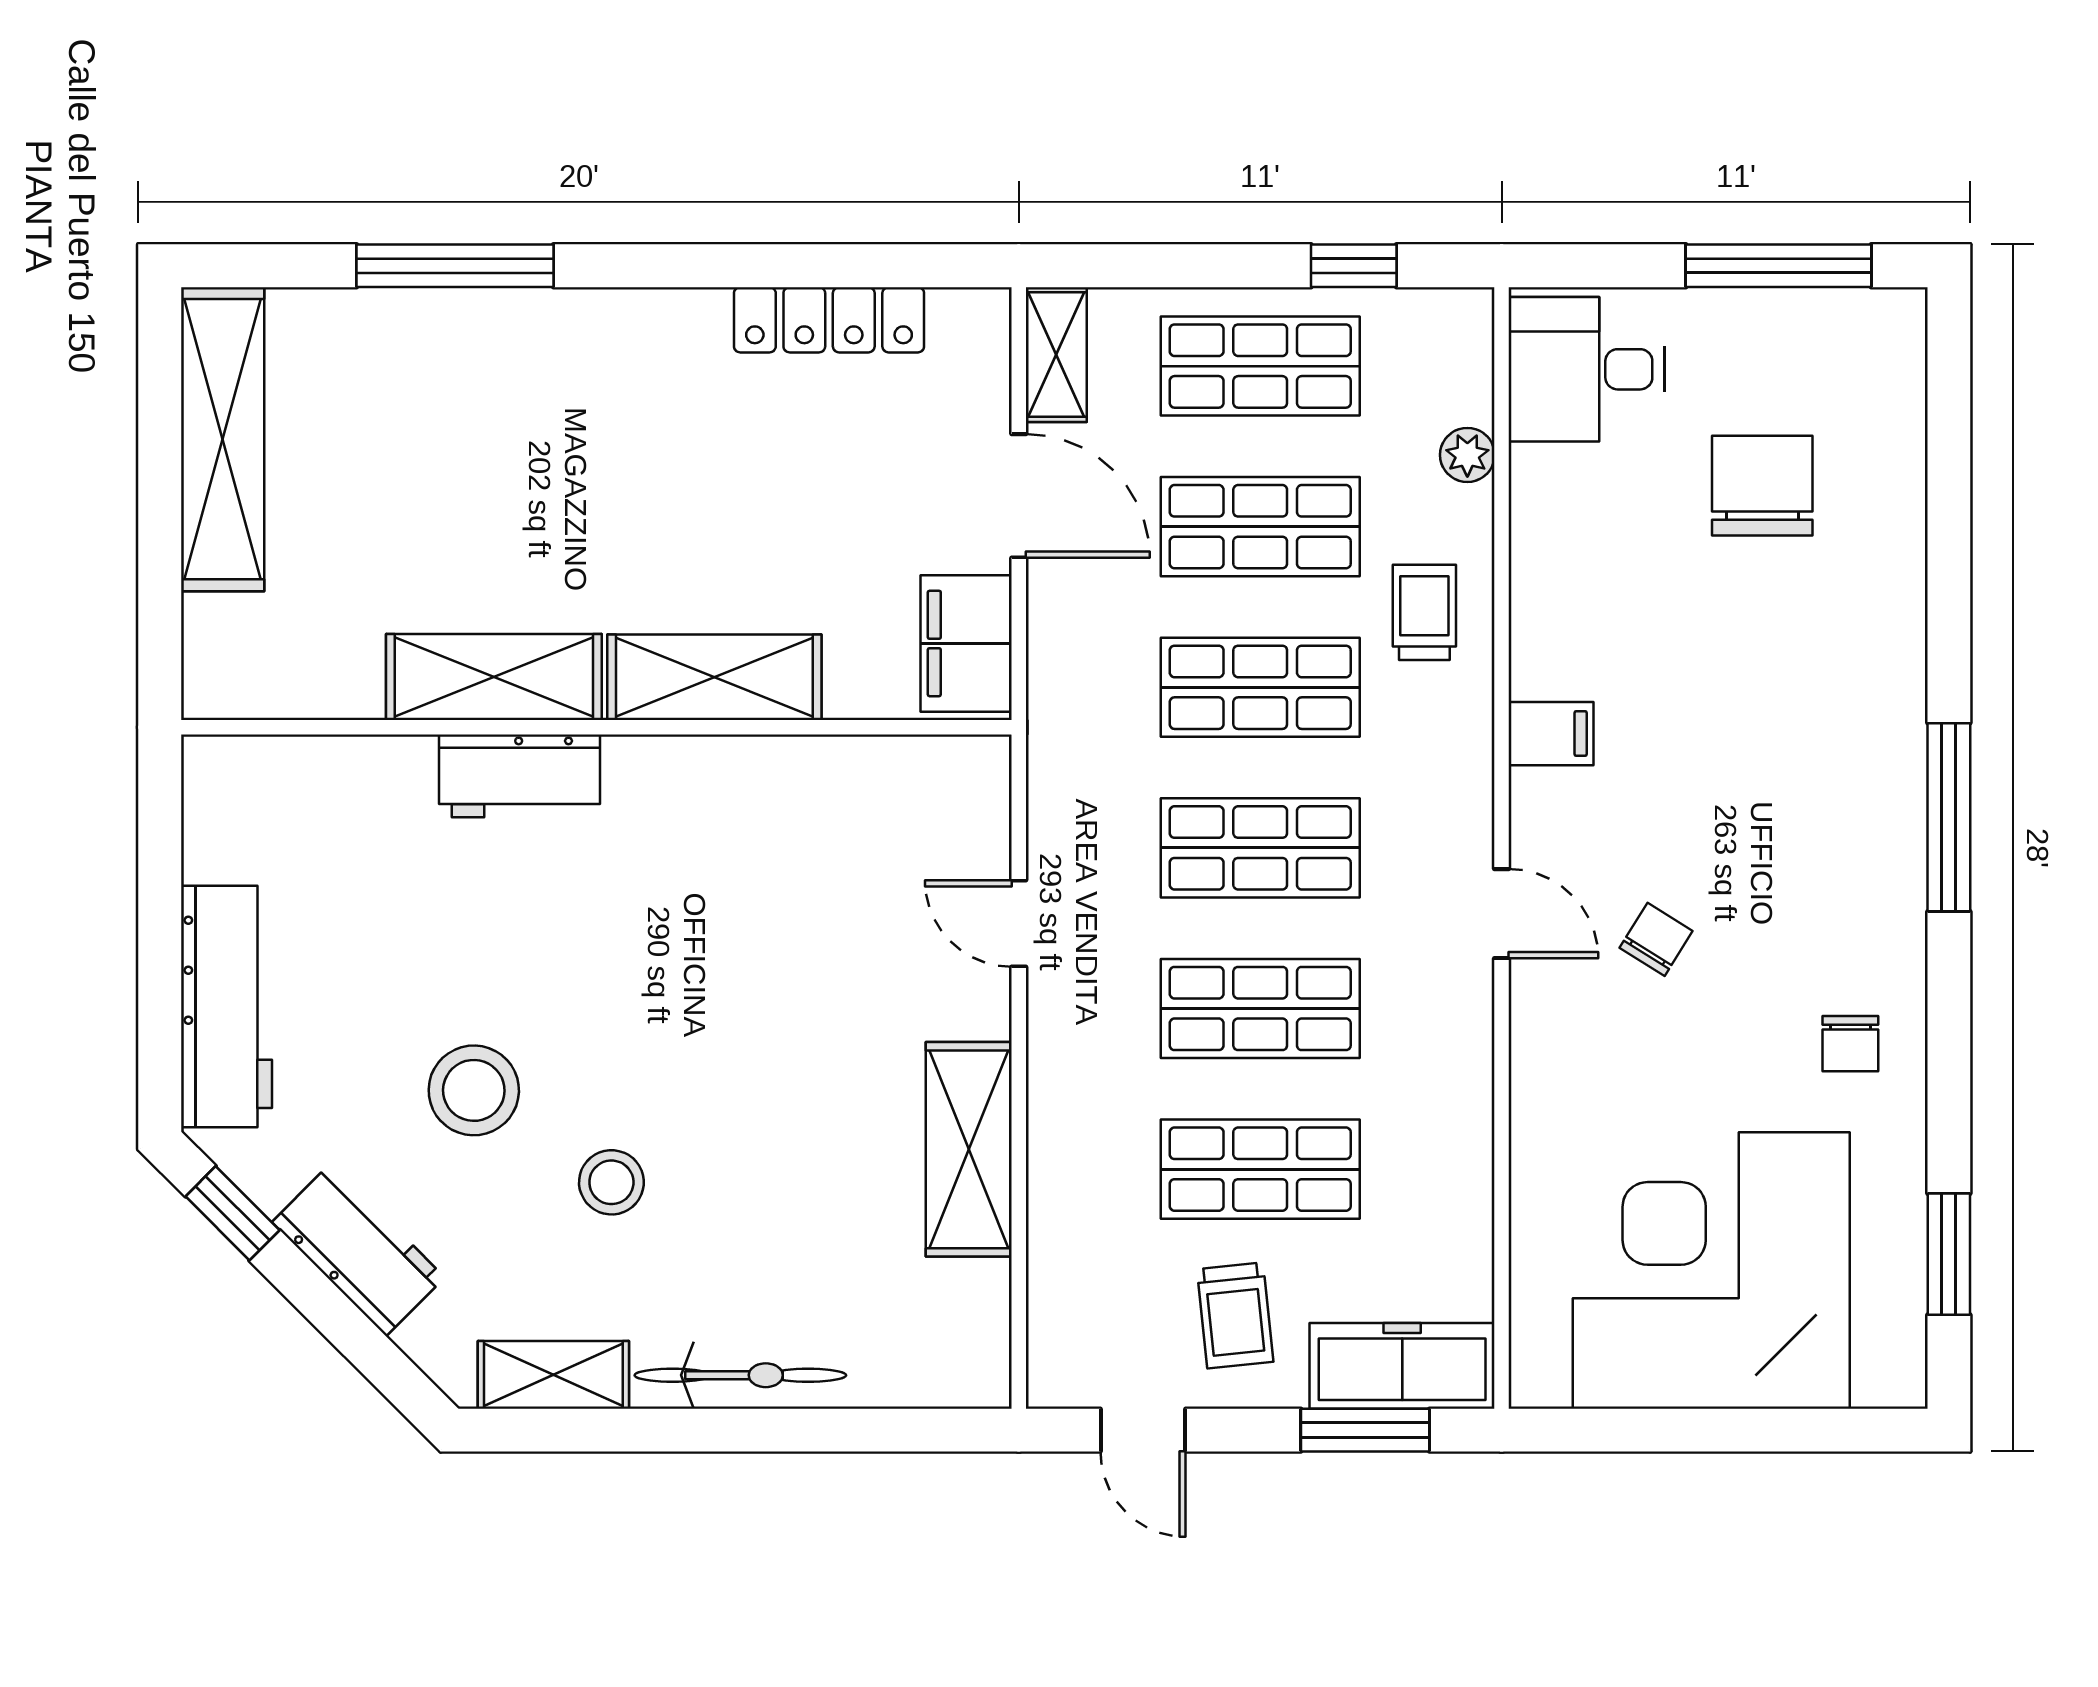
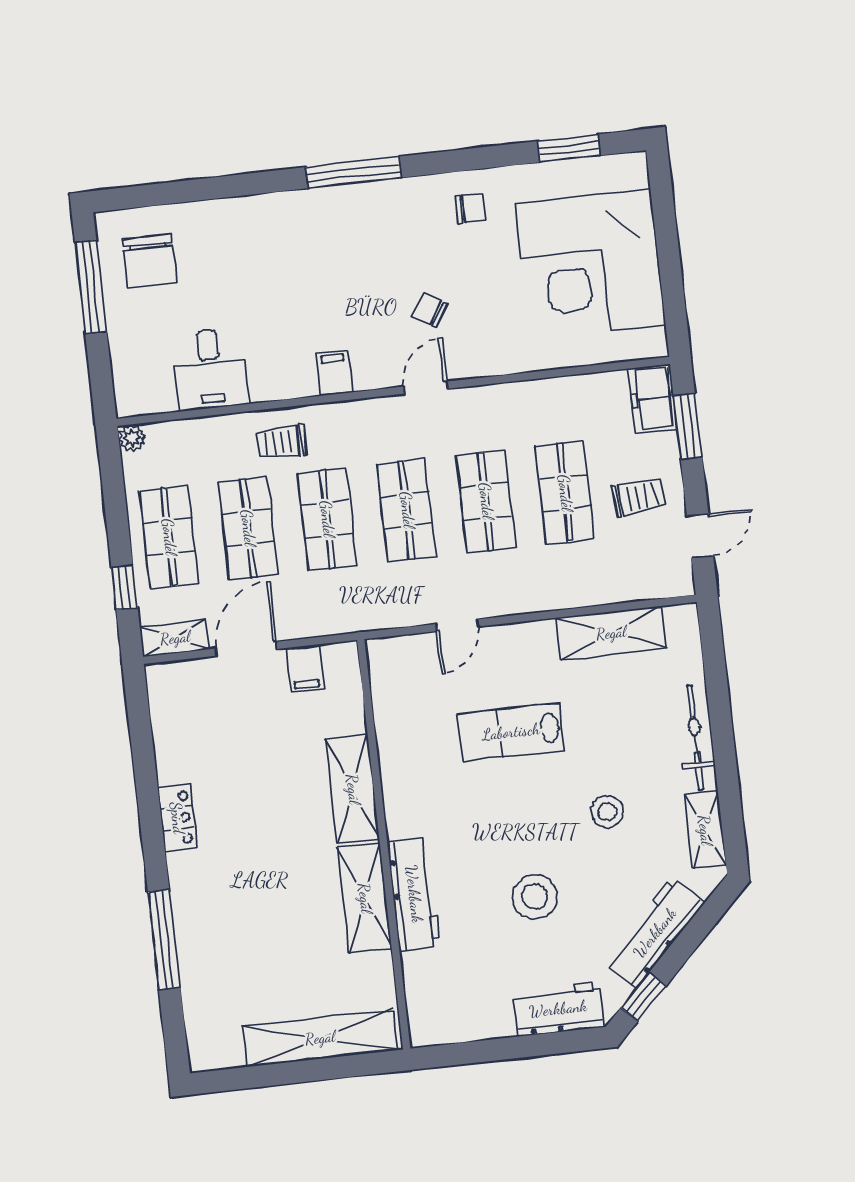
window: (1354, 266) -> (125, 588), moved
locker: (829, 320) -> (177, 818), moved, width x0.66
desk: (1587, 369) -> (210, 369), moved
shelving: (223, 439) -> (320, 1038), moved
plant: (1467, 455) -> (132, 438), moved
chair: (1762, 486) -> (150, 261), moved, turned -90
filing cabinet: (966, 643) -> (305, 669), width x0.50
workbench: (519, 776) -> (414, 894), width x1.38
workbench: (227, 1007) -> (558, 1009), width x0.73
lab bench: (793, 1008) -> (511, 732), added
stool: (474, 1090) -> (535, 896), moved
shelving: (969, 1149) -> (611, 633), moved
workbench: (358, 1250) -> (655, 933), width x1.38
freezer: (1402, 1366) -> (653, 399), width x0.71

